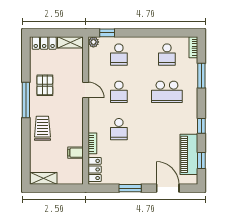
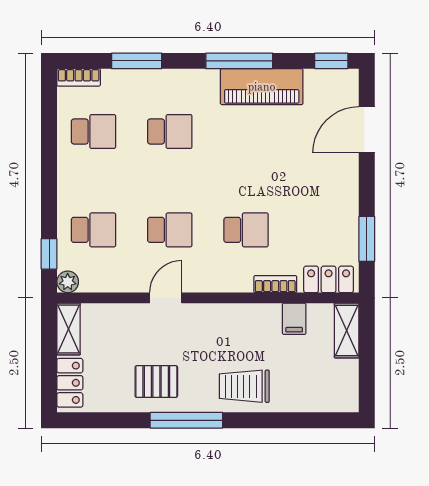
school desk: (167, 92) -> (170, 131), width x0.54
window: (201, 126) -> (239, 61), width x2.17
piano: (189, 154) -> (262, 87), moved
window: (201, 160) -> (331, 61), moved
shelving: (44, 178) -> (347, 330), moved
window: (130, 188) -> (367, 239), moved

